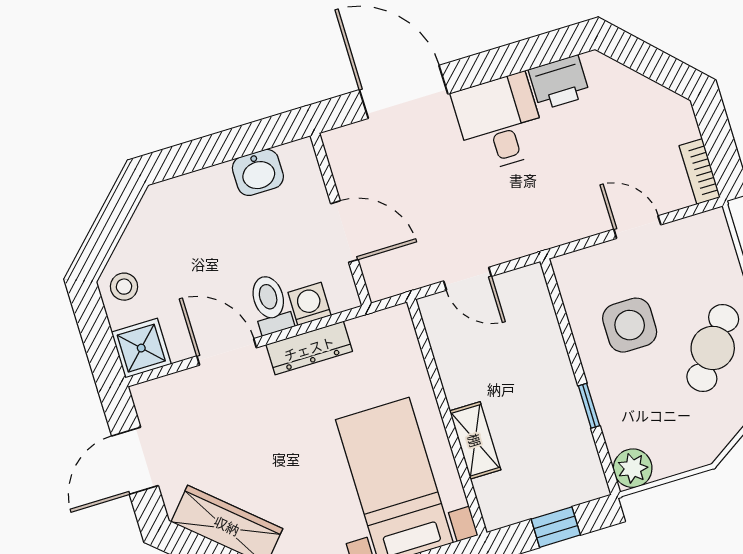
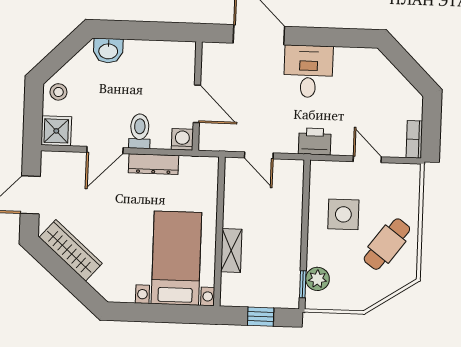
printer: (559, 83) -> (315, 141), moved, turned 180
washbasin: (258, 172) -> (108, 51), moved
washing machine: (310, 304) -> (182, 139), moved
door: (227, 352) -> (105, 150), swing flipped
window: (589, 406) -> (303, 284), moved
plant: (633, 468) -> (317, 279), moved

